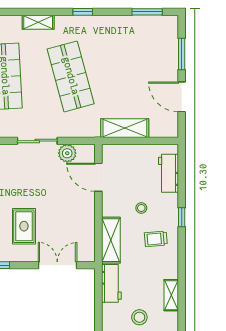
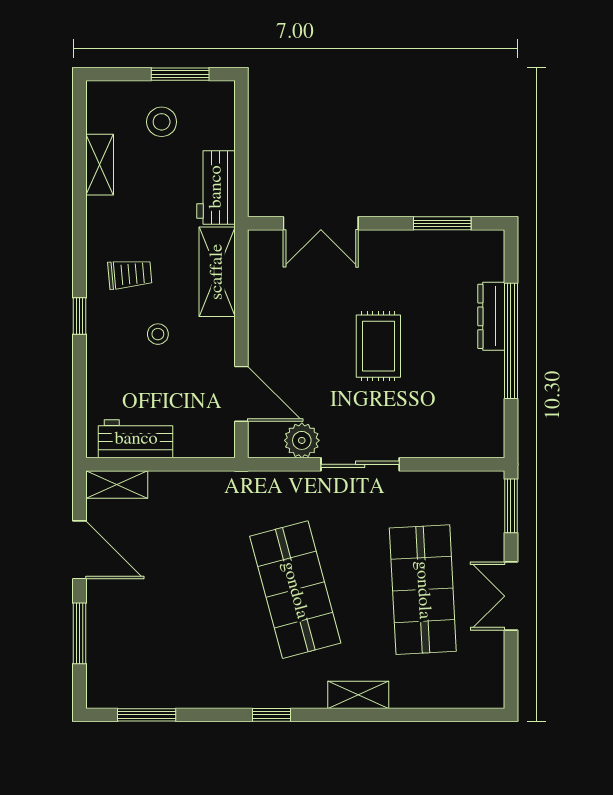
shelving: (125, 128) -> (117, 485), moved, width x0.67, depth x0.75
workbench: (168, 173) -> (136, 439), moved, turned -90
rug: (24, 226) -> (378, 346), moved

